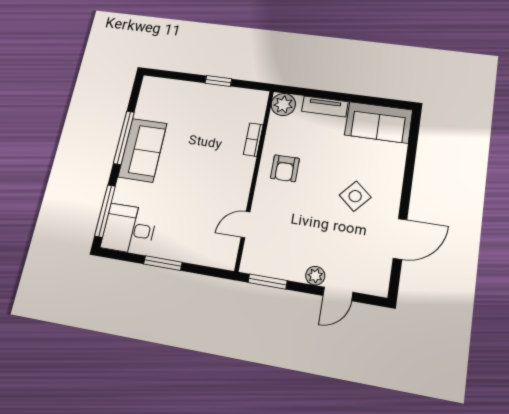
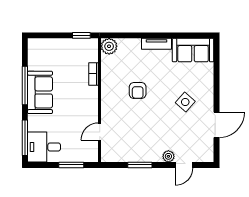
plant: (283, 104) -> (109, 46), moved
bookcase: (253, 140) -> (94, 74), moved
wall: (255, 178) -> (100, 100), moved
door: (246, 225) -> (100, 132), moved

